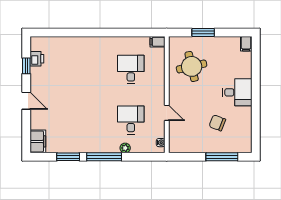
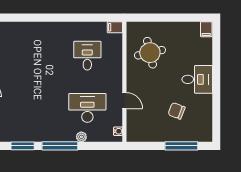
window: (203, 32) -> (162, 18), removed
desk: (131, 120) -> (87, 108), width x1.37

